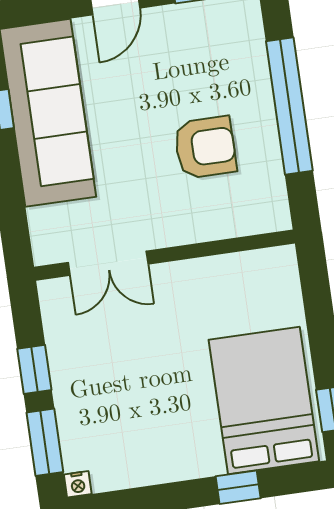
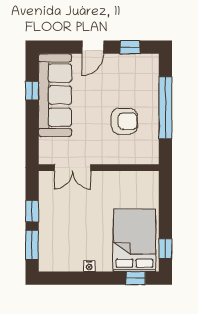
nightstand: (78, 484) -> (89, 266), moved
window: (238, 487) -> (136, 278), moved

